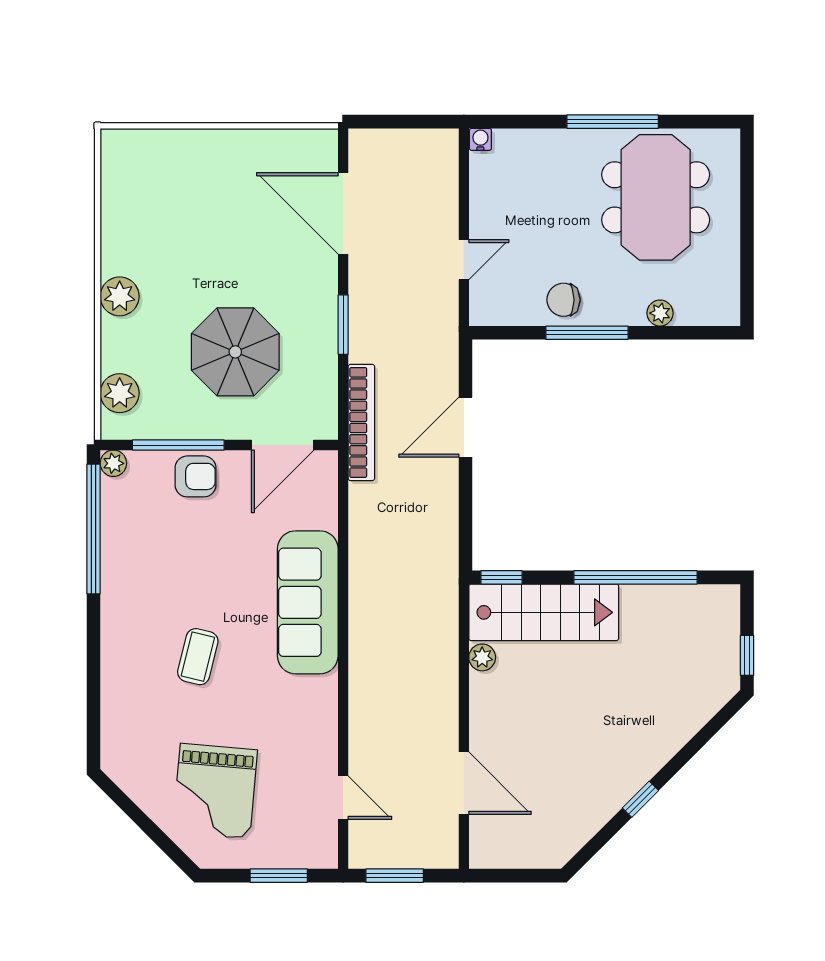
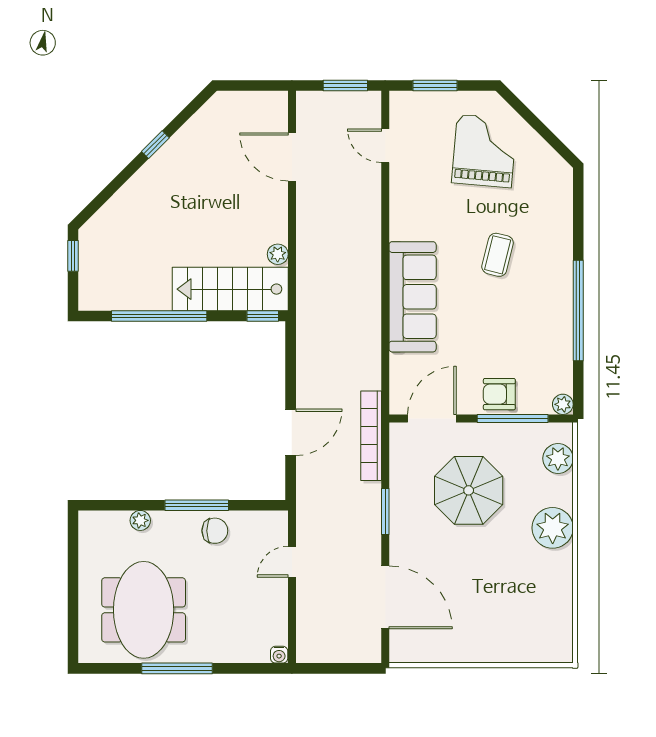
plant: (120, 296) -> (553, 528), width x1.36, depth x1.36
window: (93, 529) -> (578, 310), moved

